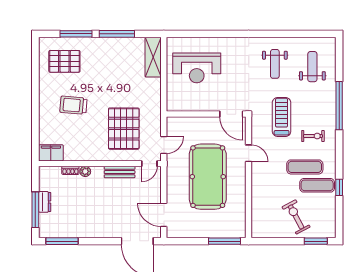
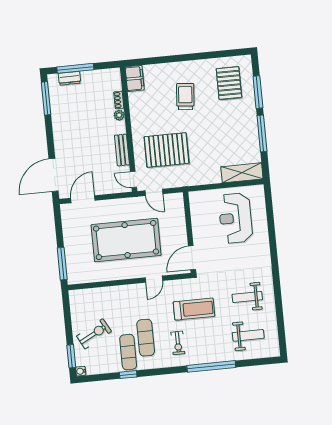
dresser: (45, 202) -> (69, 78), moved
water cooler: (331, 233) -> (81, 371), added

